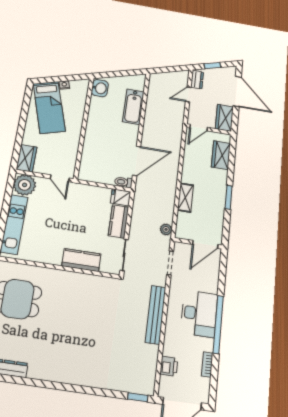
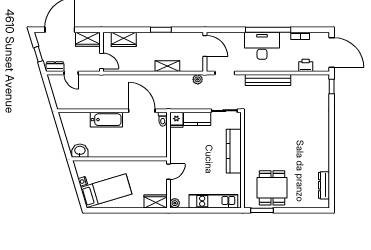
bathtub: (133, 107) -> (106, 120), moved
plant: (25, 185) -> (175, 203), width x0.53, depth x0.53
kitchen counter: (81, 260) -> (234, 151), width x1.50

